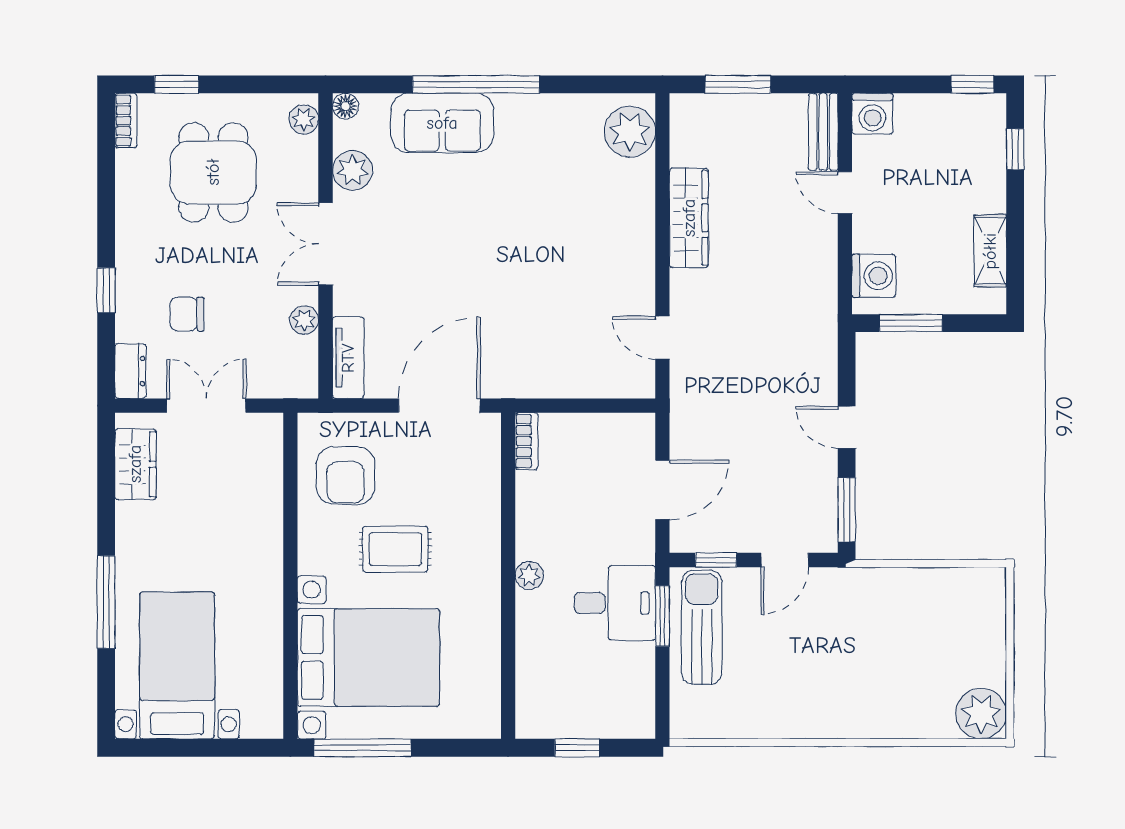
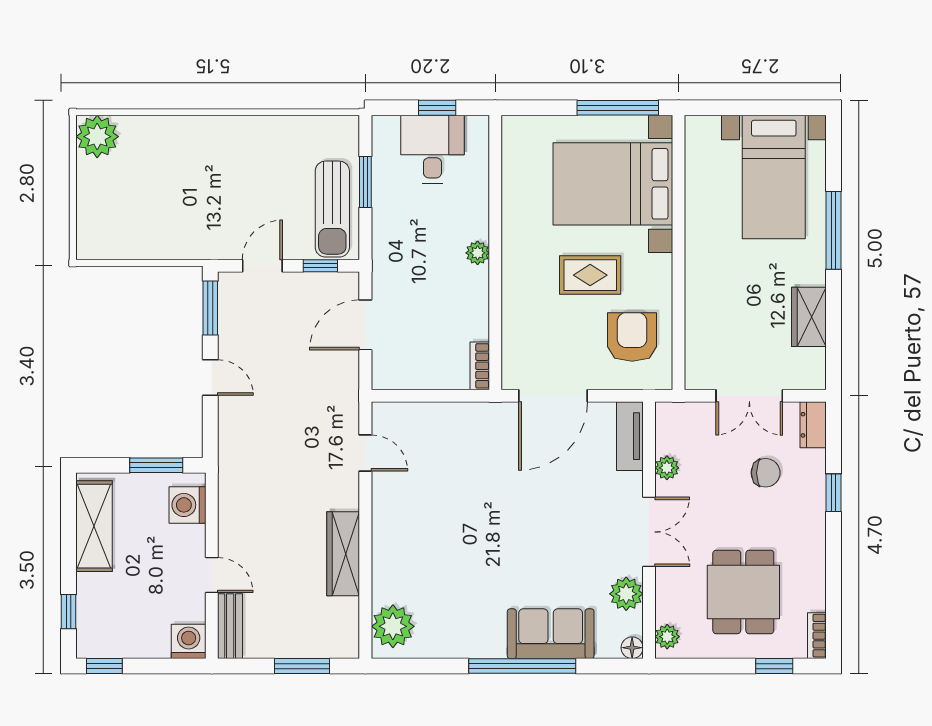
shelving: (990, 251) -> (94, 526), width x1.50, depth x1.33
wardrobe: (135, 464) -> (809, 317), moved
desk: (615, 603) -> (432, 149), moved, turned 90
window: (662, 616) -> (365, 182), moved

